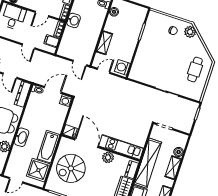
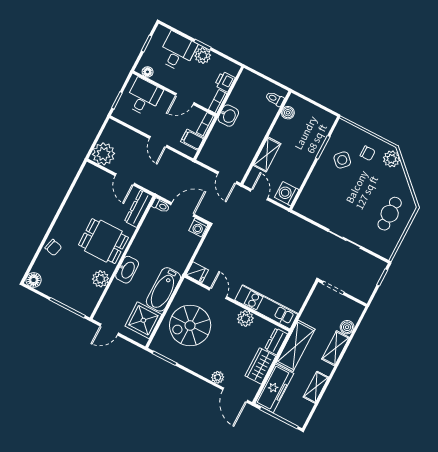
side table: (157, 38) -> (342, 160), added
door: (104, 71) -> (259, 194), hinge flipped
door: (86, 143) -> (218, 293), width x0.53
shelving: (148, 163) -> (296, 346), width x0.68

